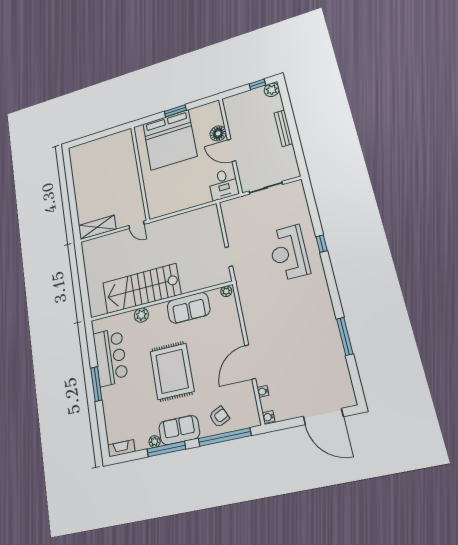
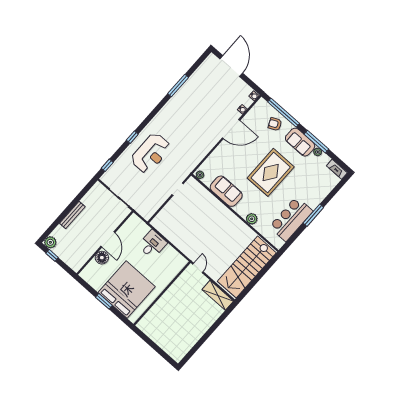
desk: (223, 184) -> (152, 244), moved
window: (310, 197) -> (107, 165), added
stairs: (142, 289) -> (247, 267), moved, turned 90

